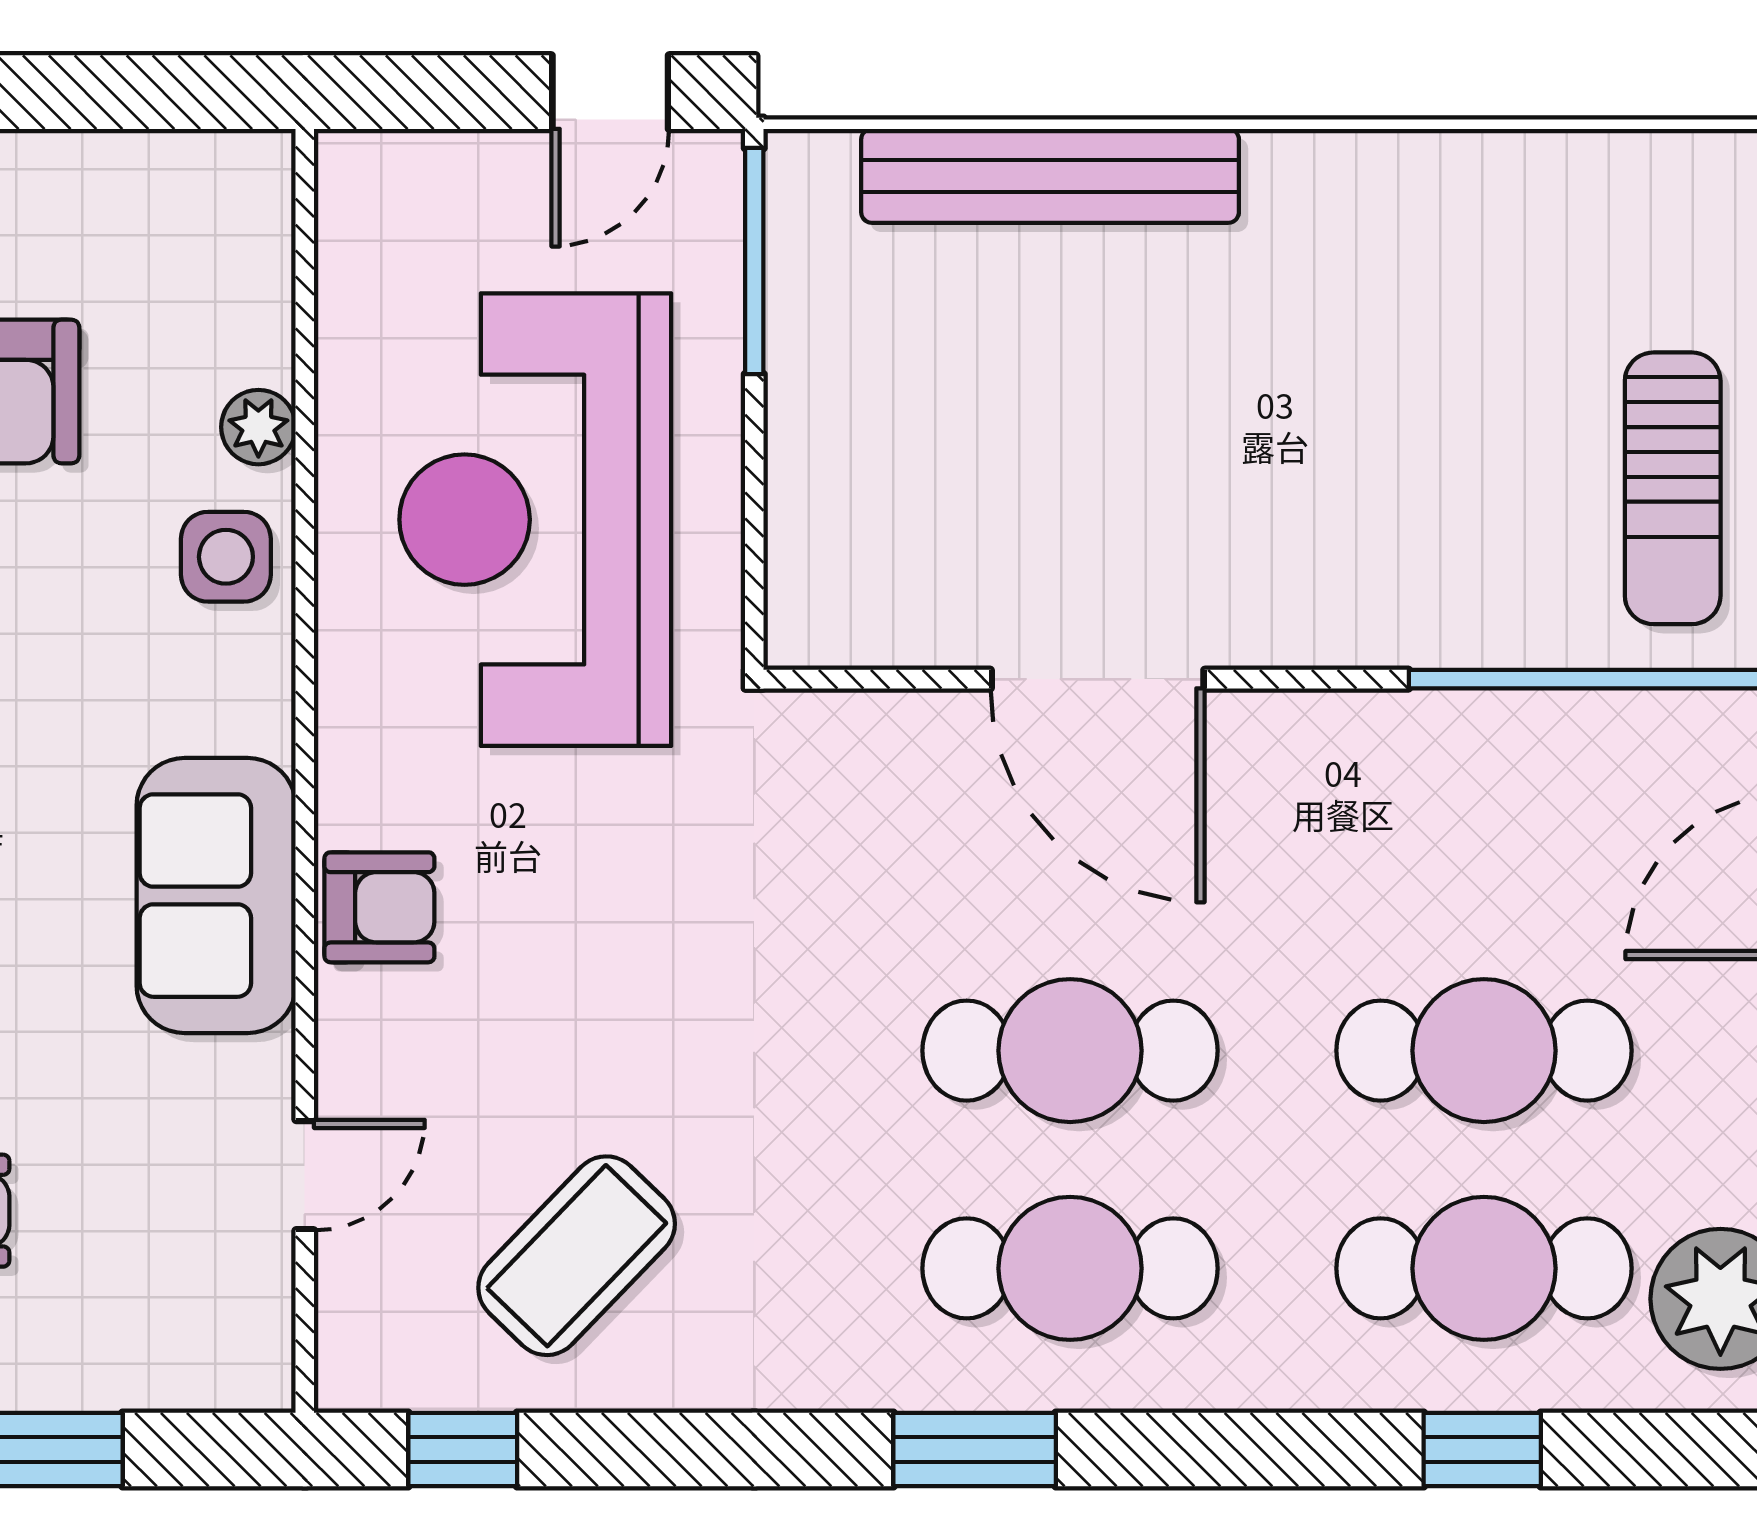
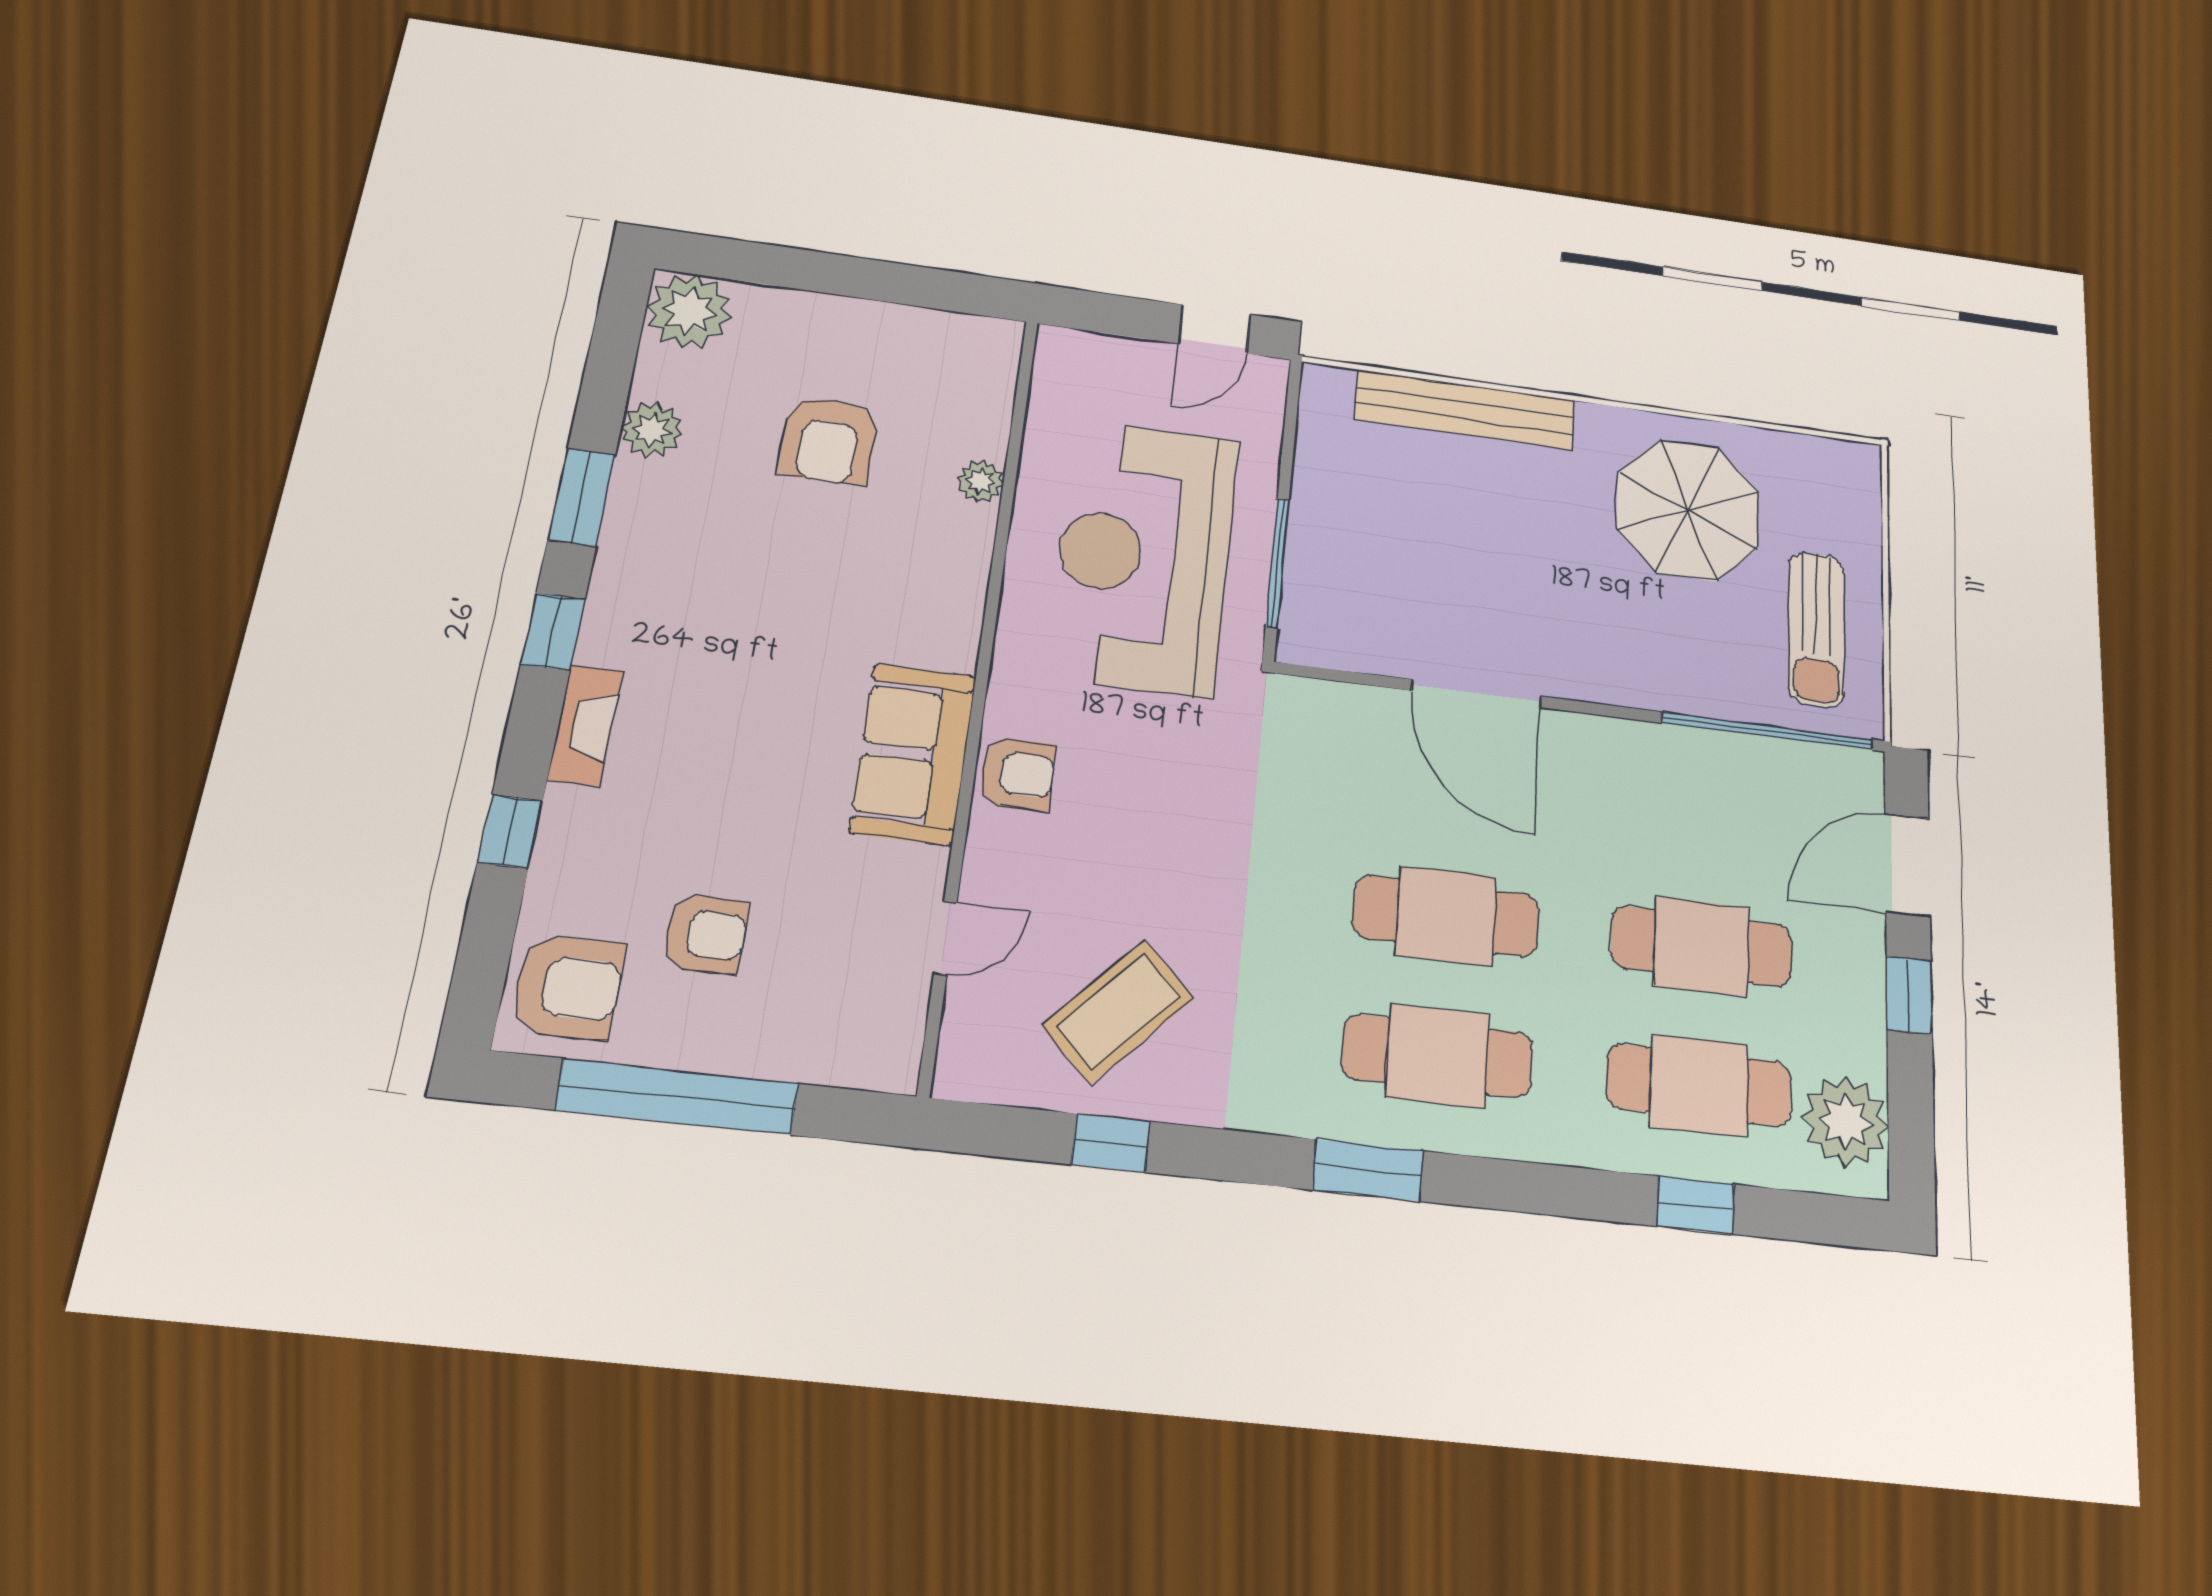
window: (754, 261) -> (1277, 562), moved
parasol: (1445, 303) -> (1688, 510), added
side table: (226, 557) -> (950, 552), removed
window: (463, 1450) -> (1111, 1143), moved

